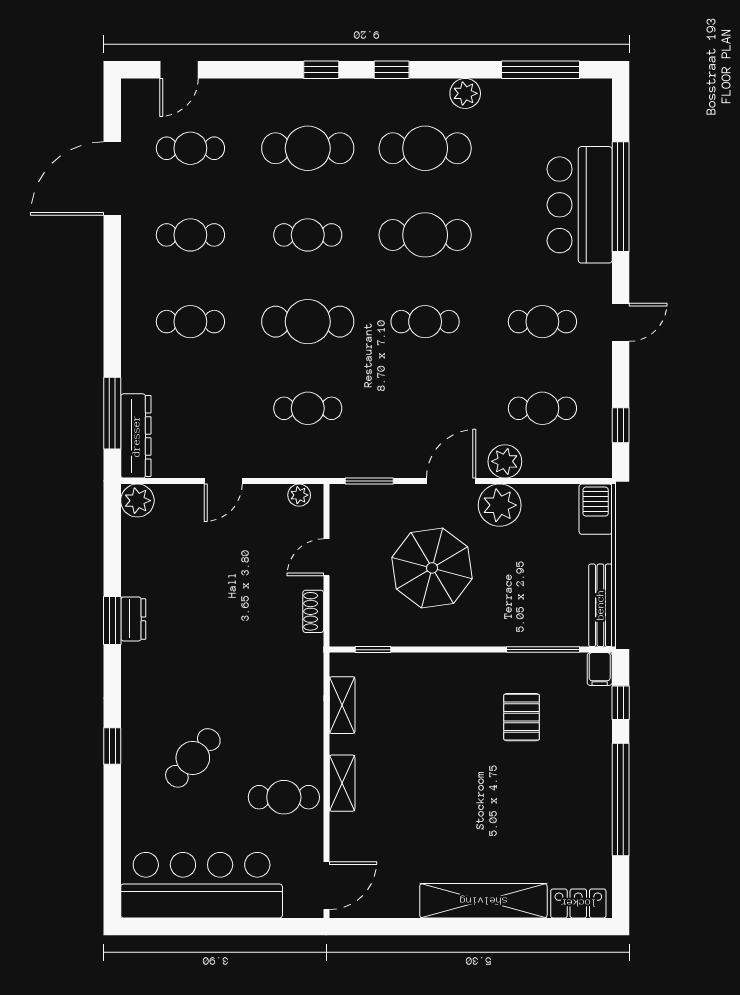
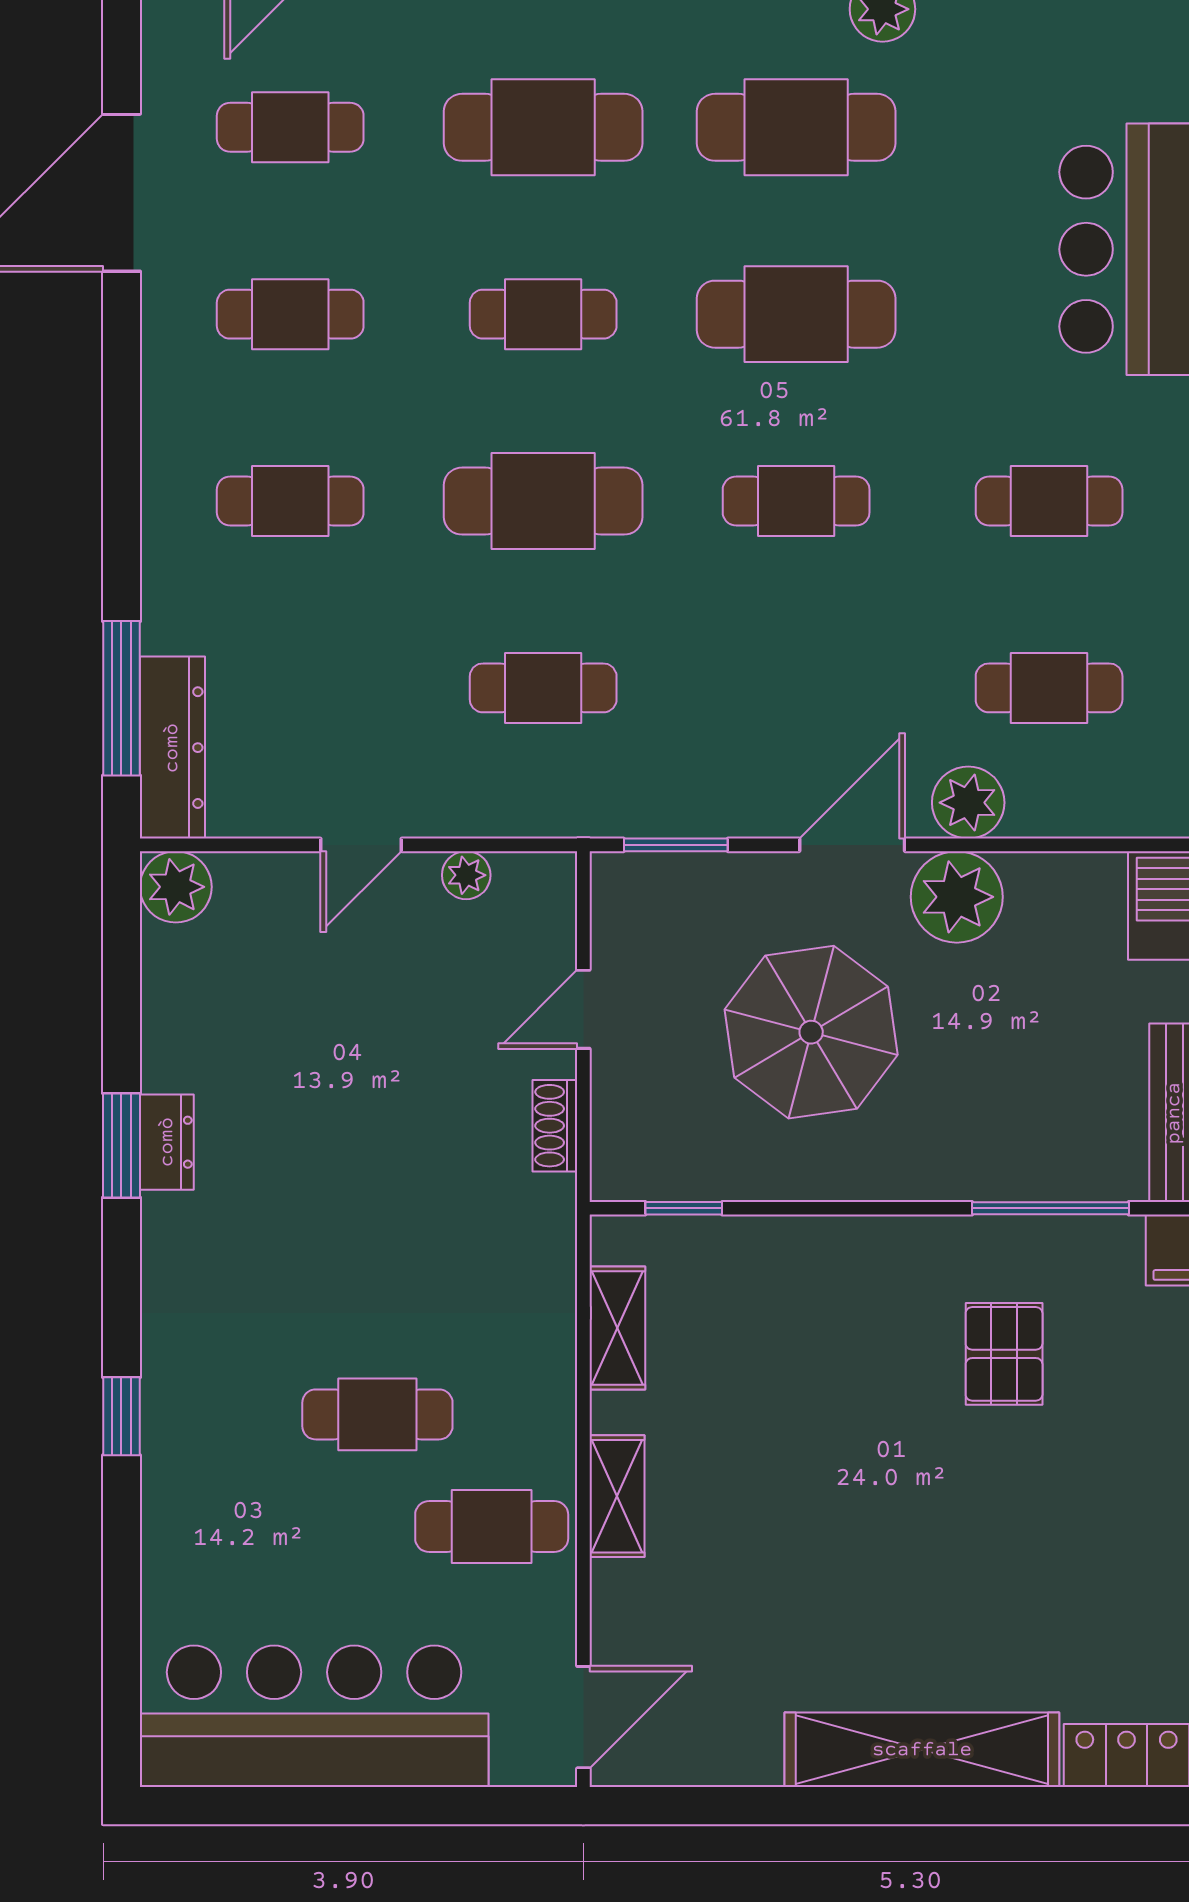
plant: (299, 495) -> (466, 875), moved
cafe table: (193, 758) -> (377, 1414), moved, turned 49

